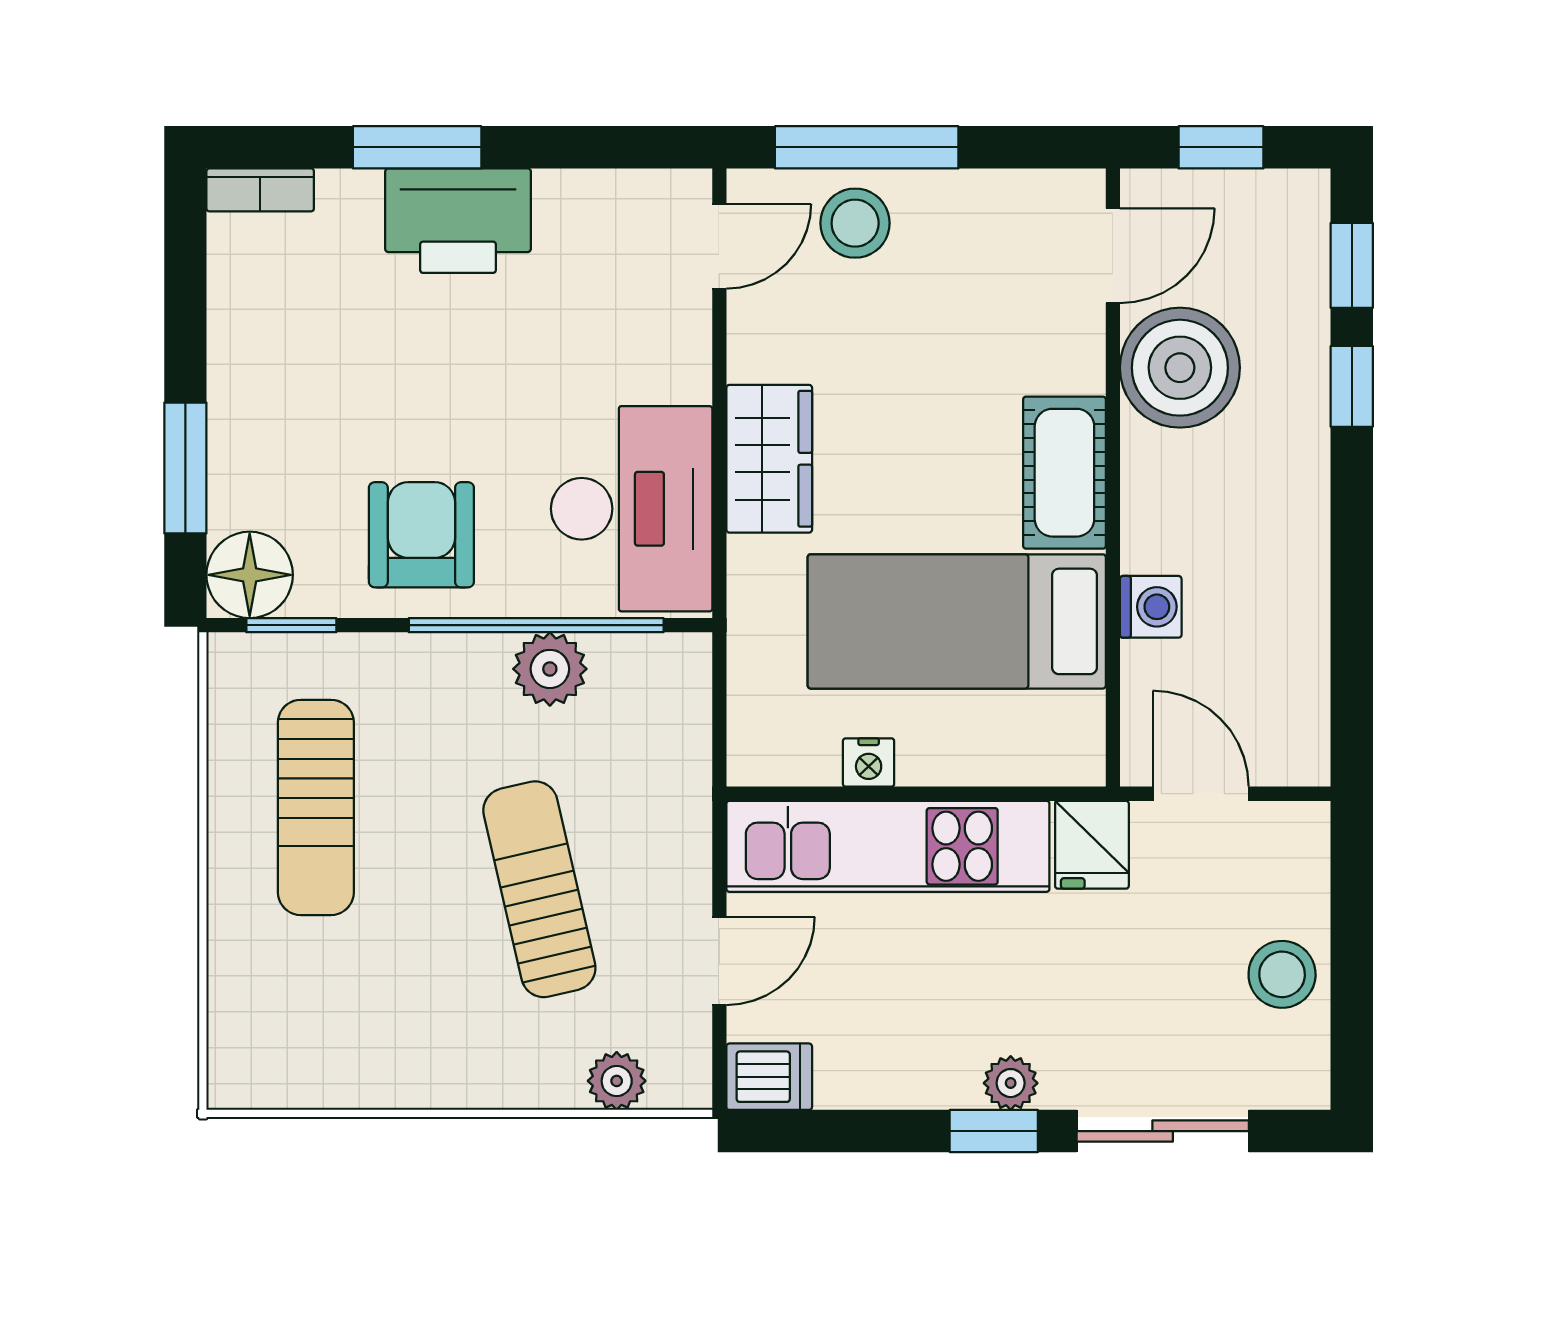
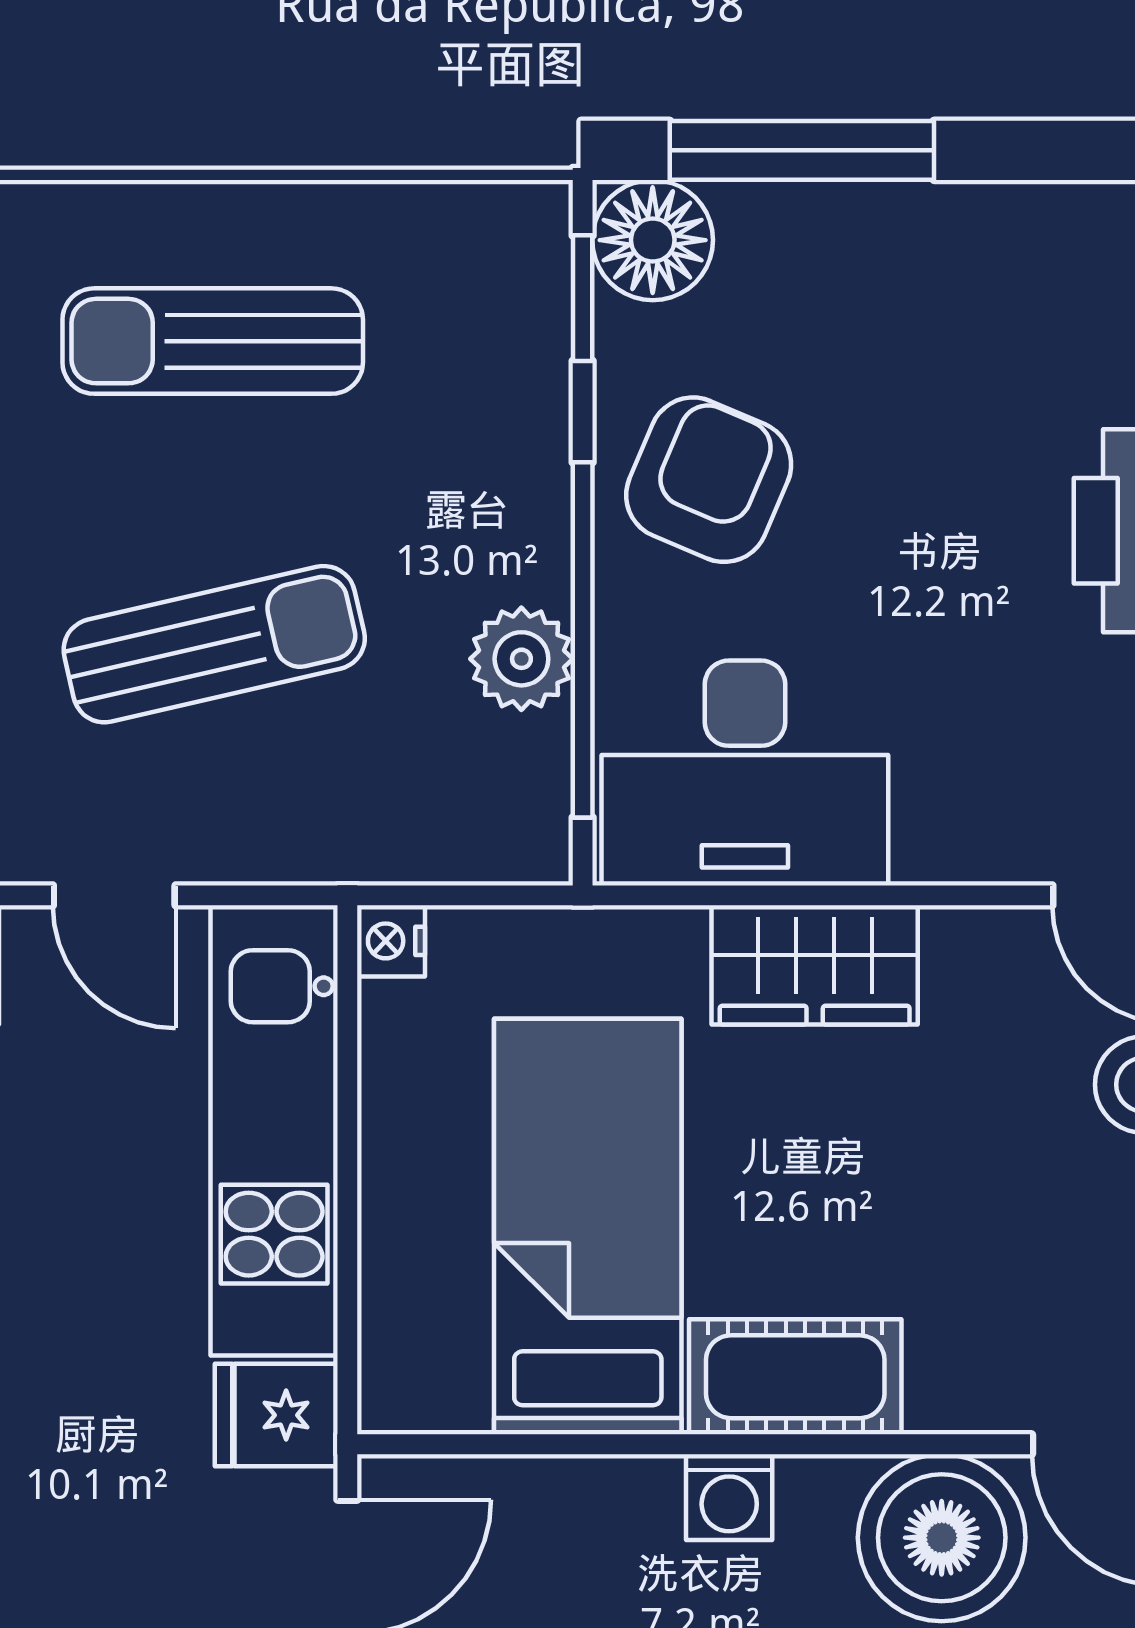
window: (185, 468) -> (802, 150), width x1.44
armchair: (421, 535) -> (709, 480), turned -67
washing machine: (1151, 607) -> (729, 1497), moved
nightstand: (869, 762) -> (391, 941), moved
sun lounger: (316, 807) -> (213, 341), moved

